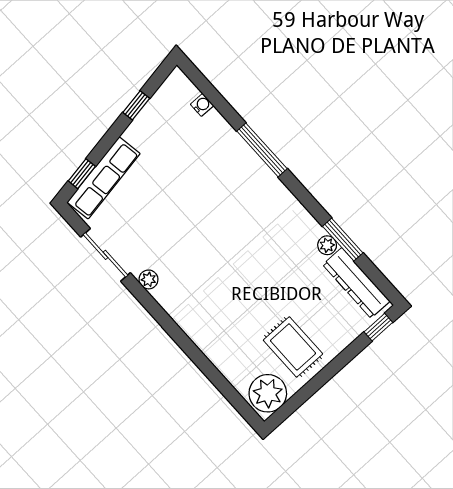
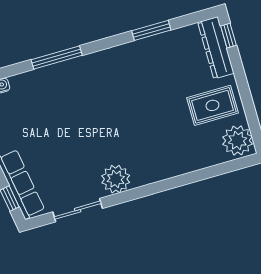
plant: (327, 245) -> (150, 44), removed
plant: (148, 279) -> (116, 179), width x1.87, depth x1.87
dresser: (356, 283) -> (216, 48), moved, turned 90

